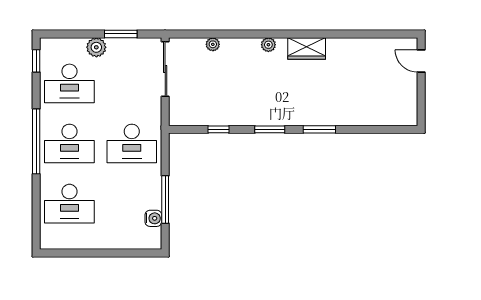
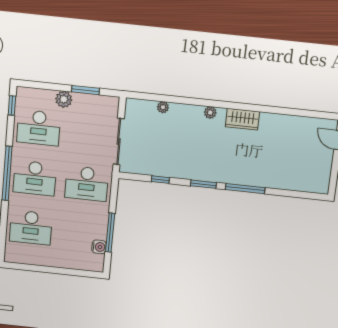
sliding door: (165, 69) -> (119, 142), moved
window: (319, 129) -> (245, 189), width x1.44

